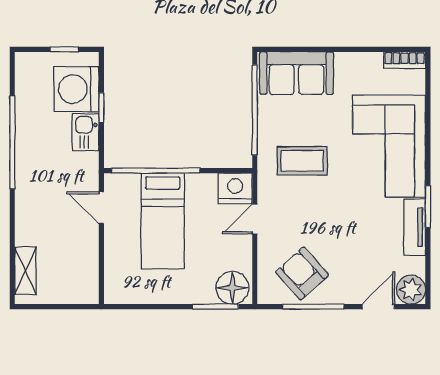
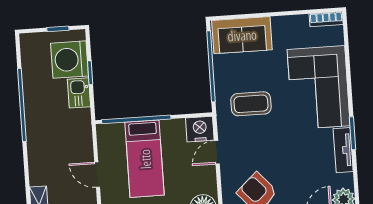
door: (101, 208) -> (97, 175), moved

